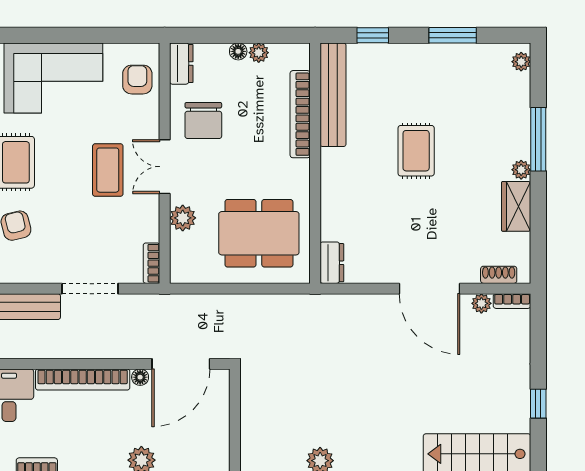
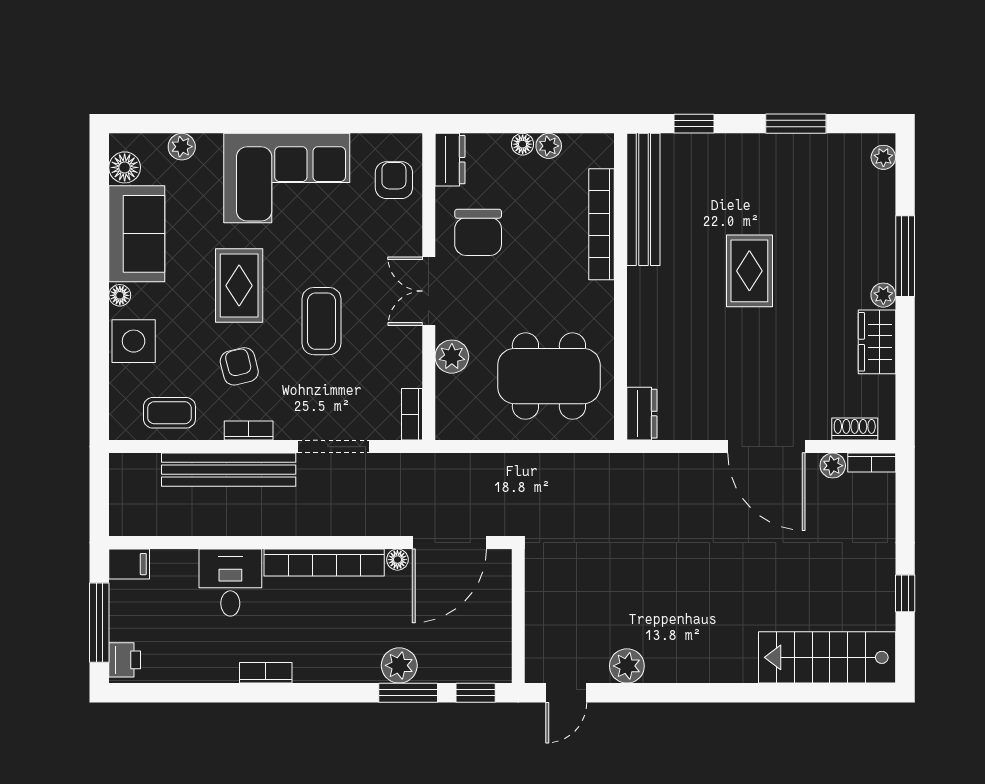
coffee table: (108, 170) -> (321, 321), moved
bookcase: (23, 276) -> (249, 430), added

